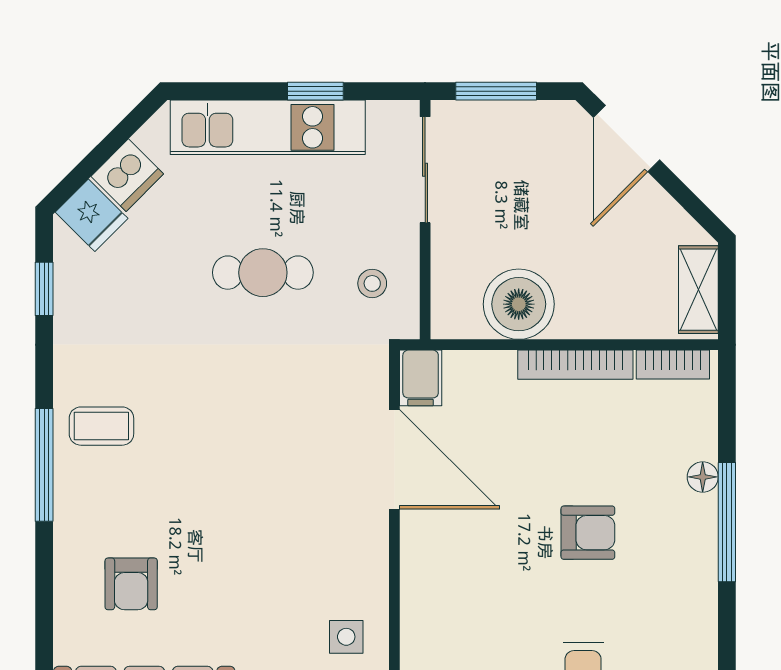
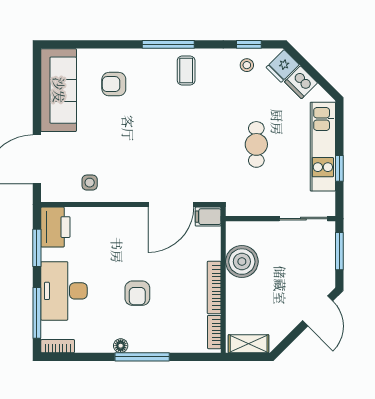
door: (627, 139) -> (318, 311), swing flipped
stool: (372, 283) -> (247, 65), moved
floor lamp: (703, 477) -> (121, 346), moved

